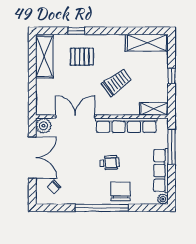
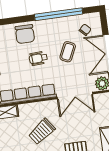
coffee table: (76, 165) -> (68, 52), added
window: (102, 208) -> (59, 14), moved

